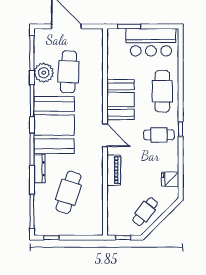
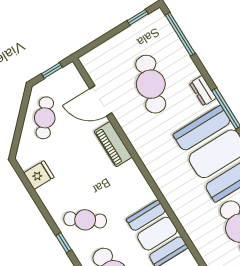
door: (105, 135) -> (101, 101), moved
cafe table: (159, 135) -> (85, 220), turned 36
dresser: (39, 169) -> (203, 91), width x0.70

